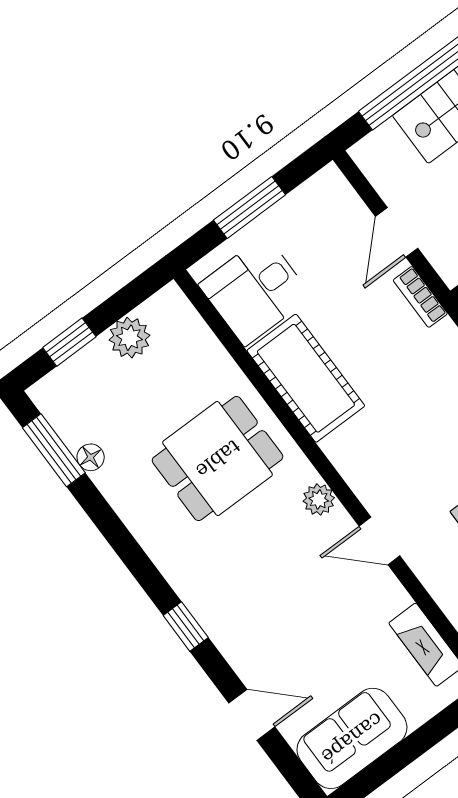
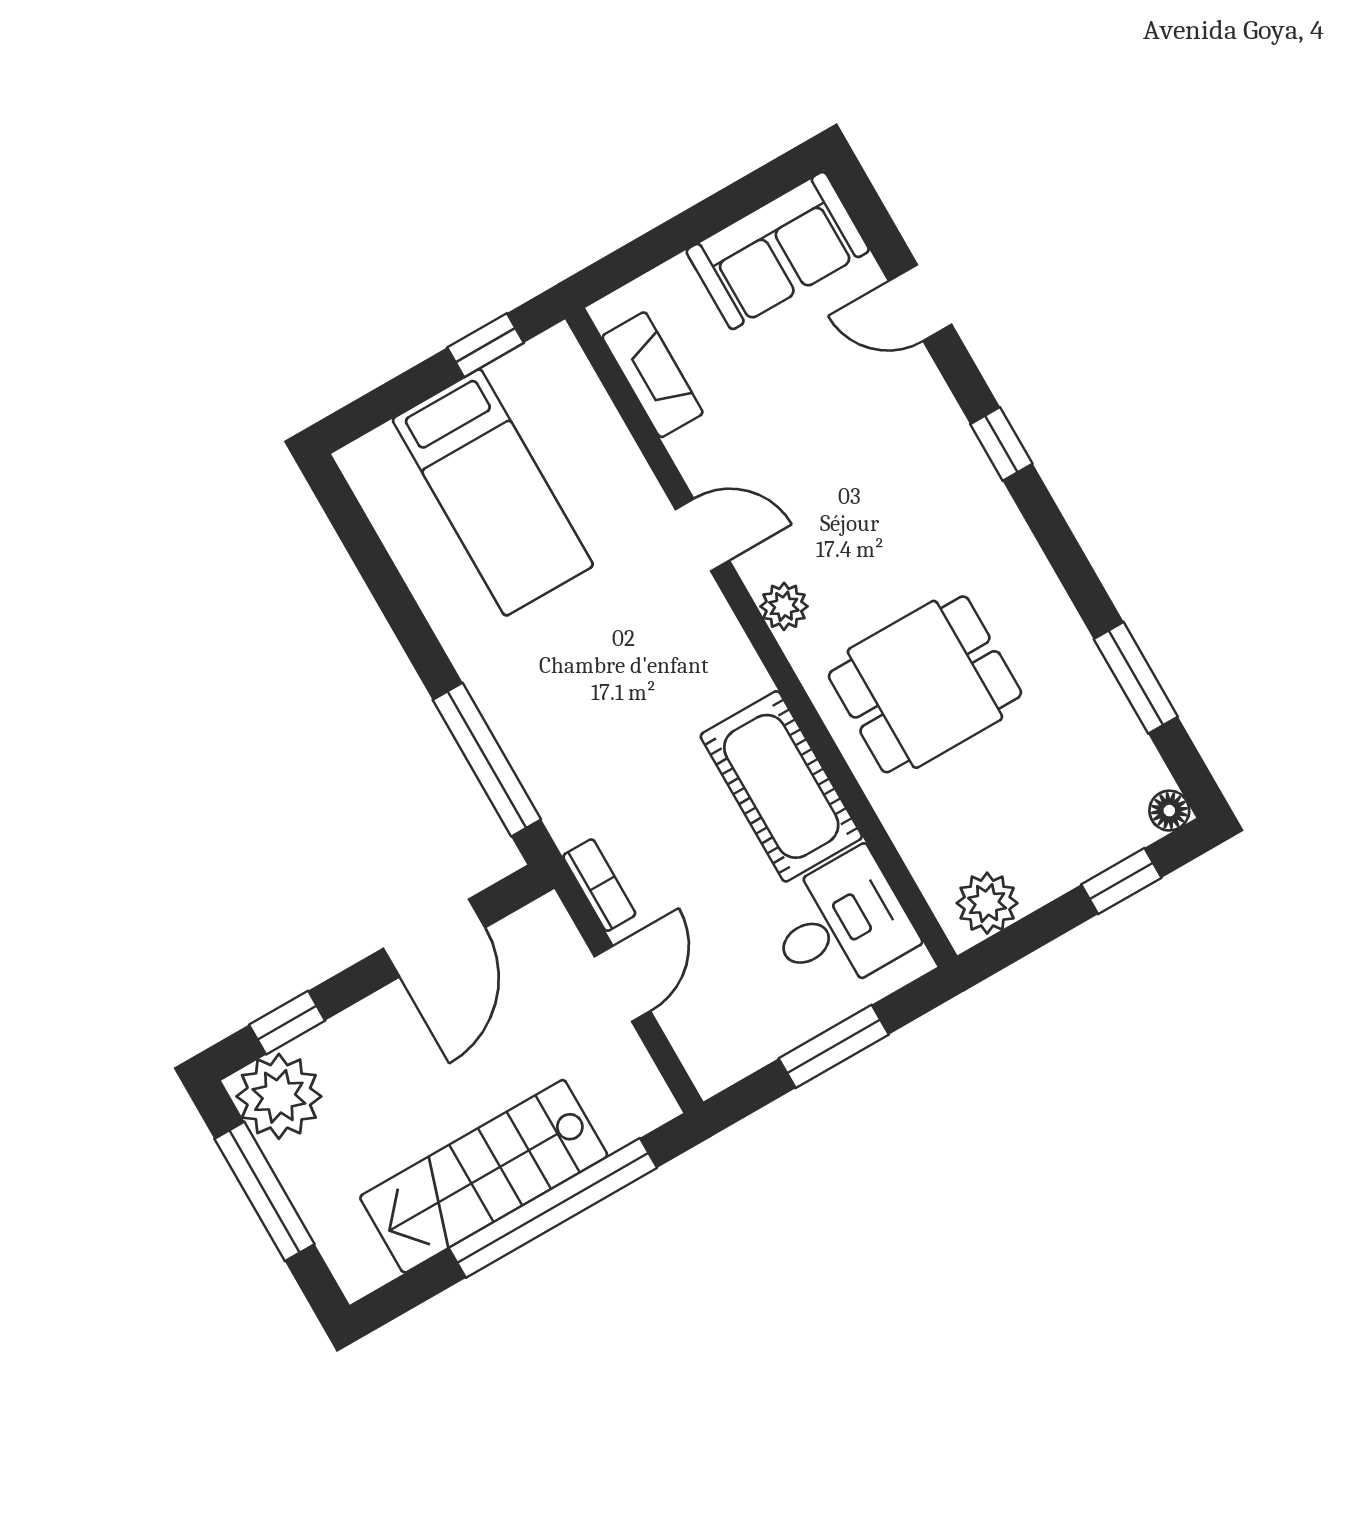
plant: (130, 338) -> (987, 903), moved
window: (54, 450) -> (1136, 678), moved
floor lamp: (91, 457) -> (1169, 811), moved

